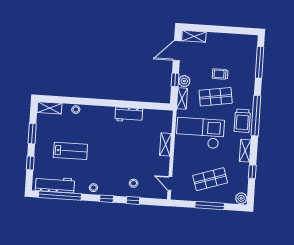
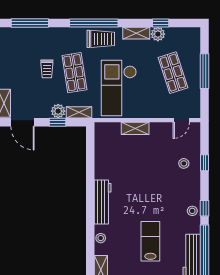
workbench: (129, 115) -> (103, 202), moved, width x1.38
plant: (241, 198) -> (158, 34), moved
window: (106, 199) -> (204, 208), moved

